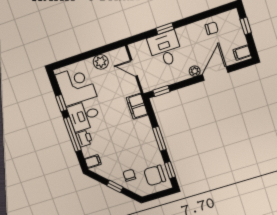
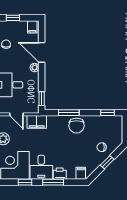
door: (134, 68) -> (17, 114), hinge flipped
filing cabinet: (137, 106) -> (37, 122), moved
window: (72, 134) -> (53, 182), width x0.69
window: (159, 139) -> (69, 113), moved
chair: (155, 175) -> (76, 126), moved

